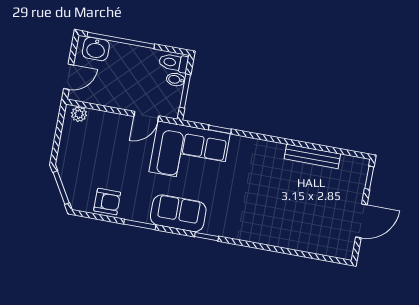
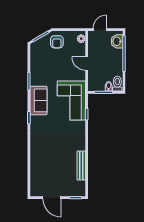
door: (69, 77) -> (100, 30), swing flipped
door: (146, 116) -> (87, 64), moved
armchair: (107, 202) -> (57, 42), moved

